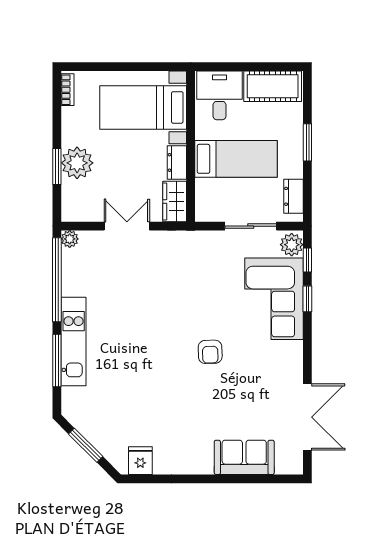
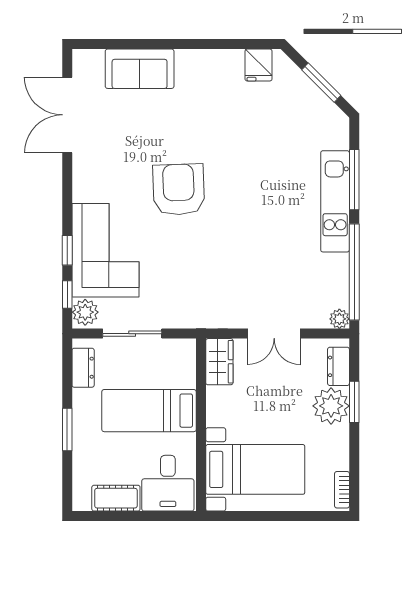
cot: (273, 86) -> (116, 498), width x0.73, depth x0.75
dresser: (177, 162) -> (339, 366), moved, turned 180
armchair: (210, 352) -> (179, 190), width x1.88, depth x1.88

